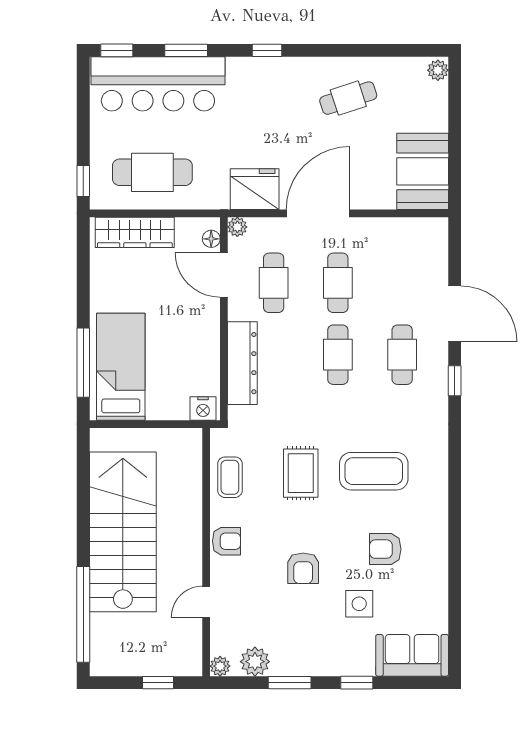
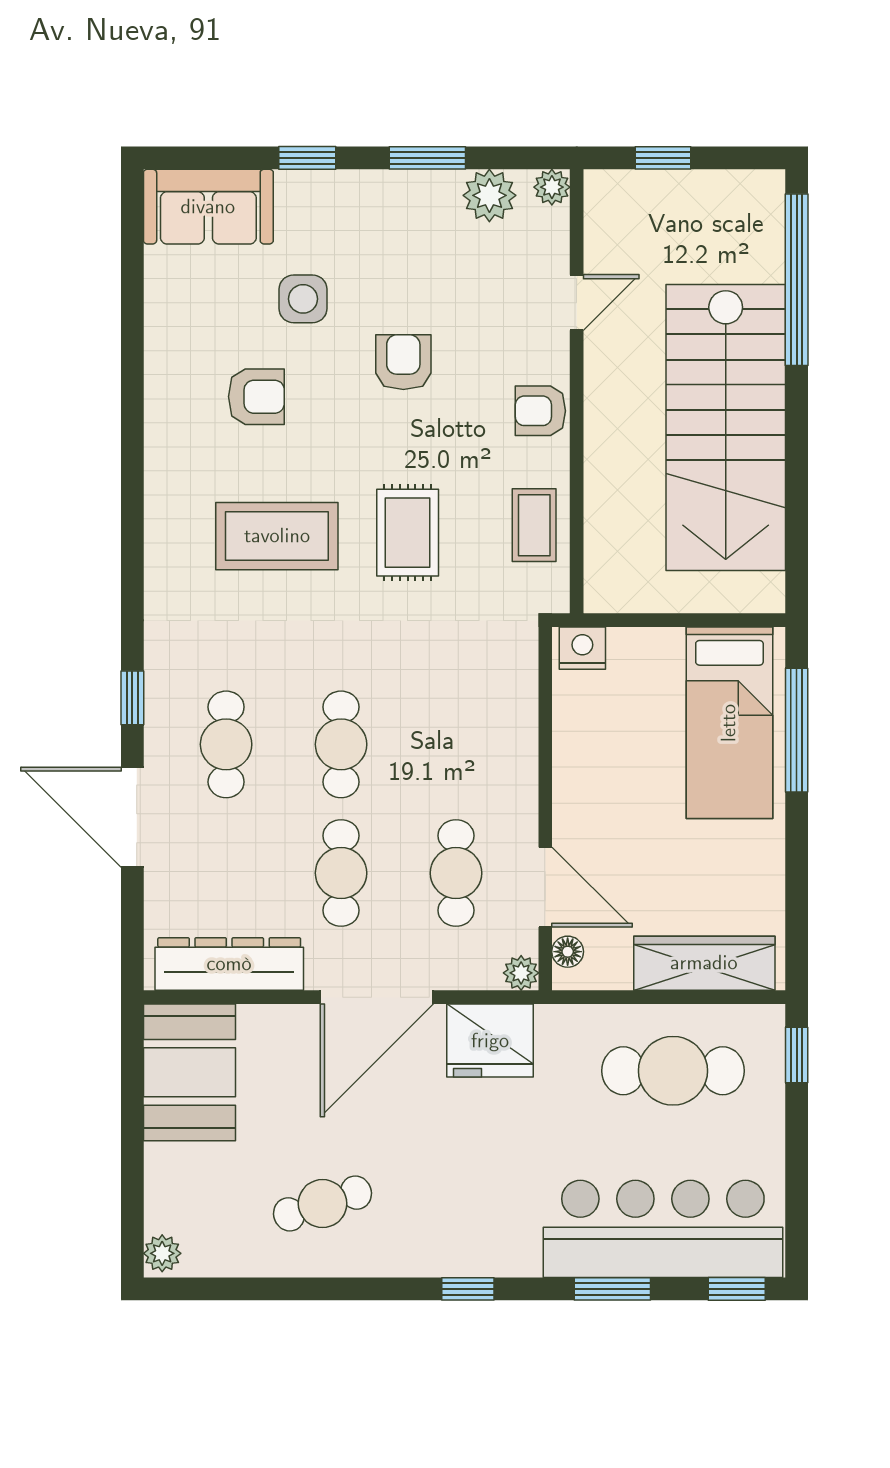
dresser: (242, 363) -> (229, 964), moved, turned 90

